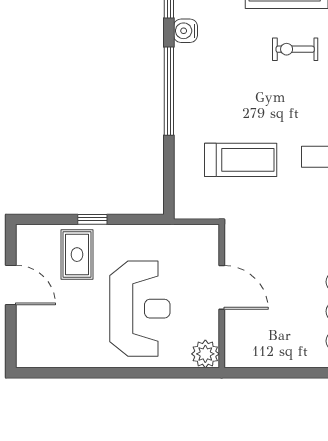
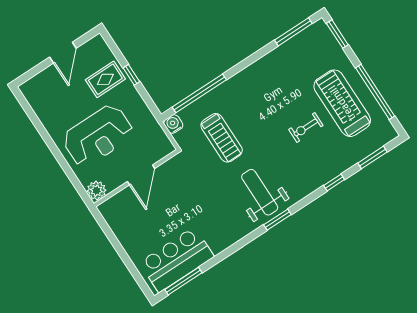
water cooler: (185, 31) -> (173, 124), moved
exercise bike: (295, 49) -> (306, 127), turned -90
window: (169, 91) -> (199, 93), moved

